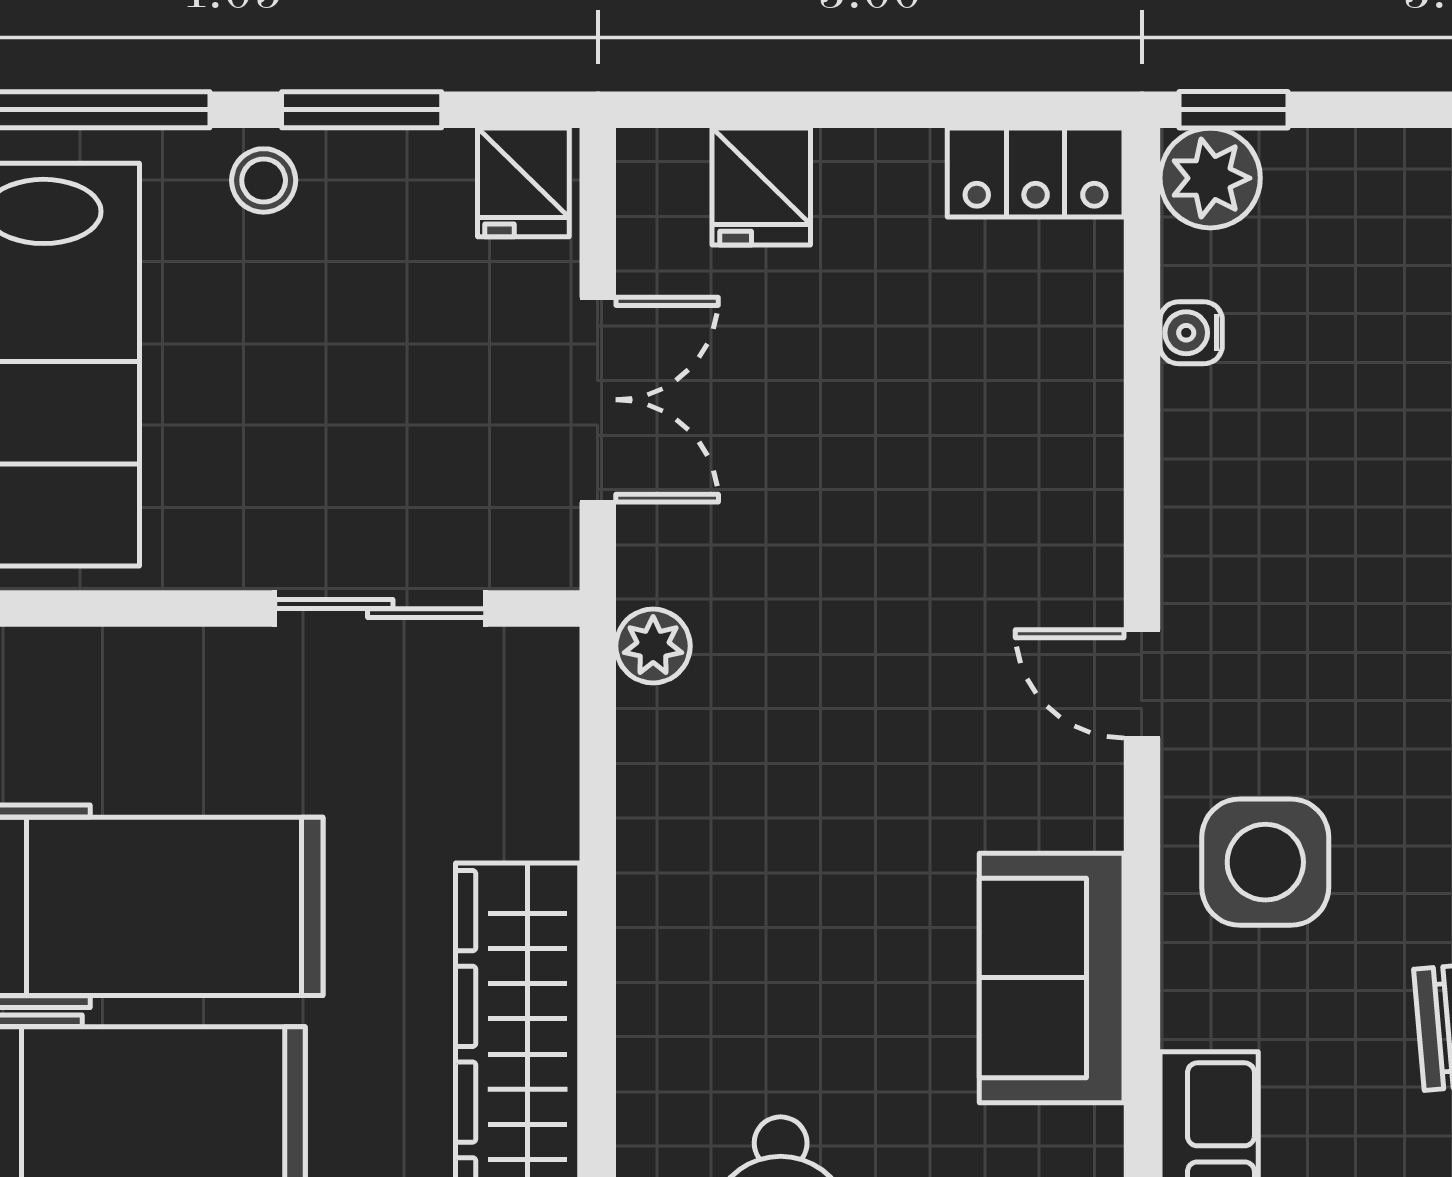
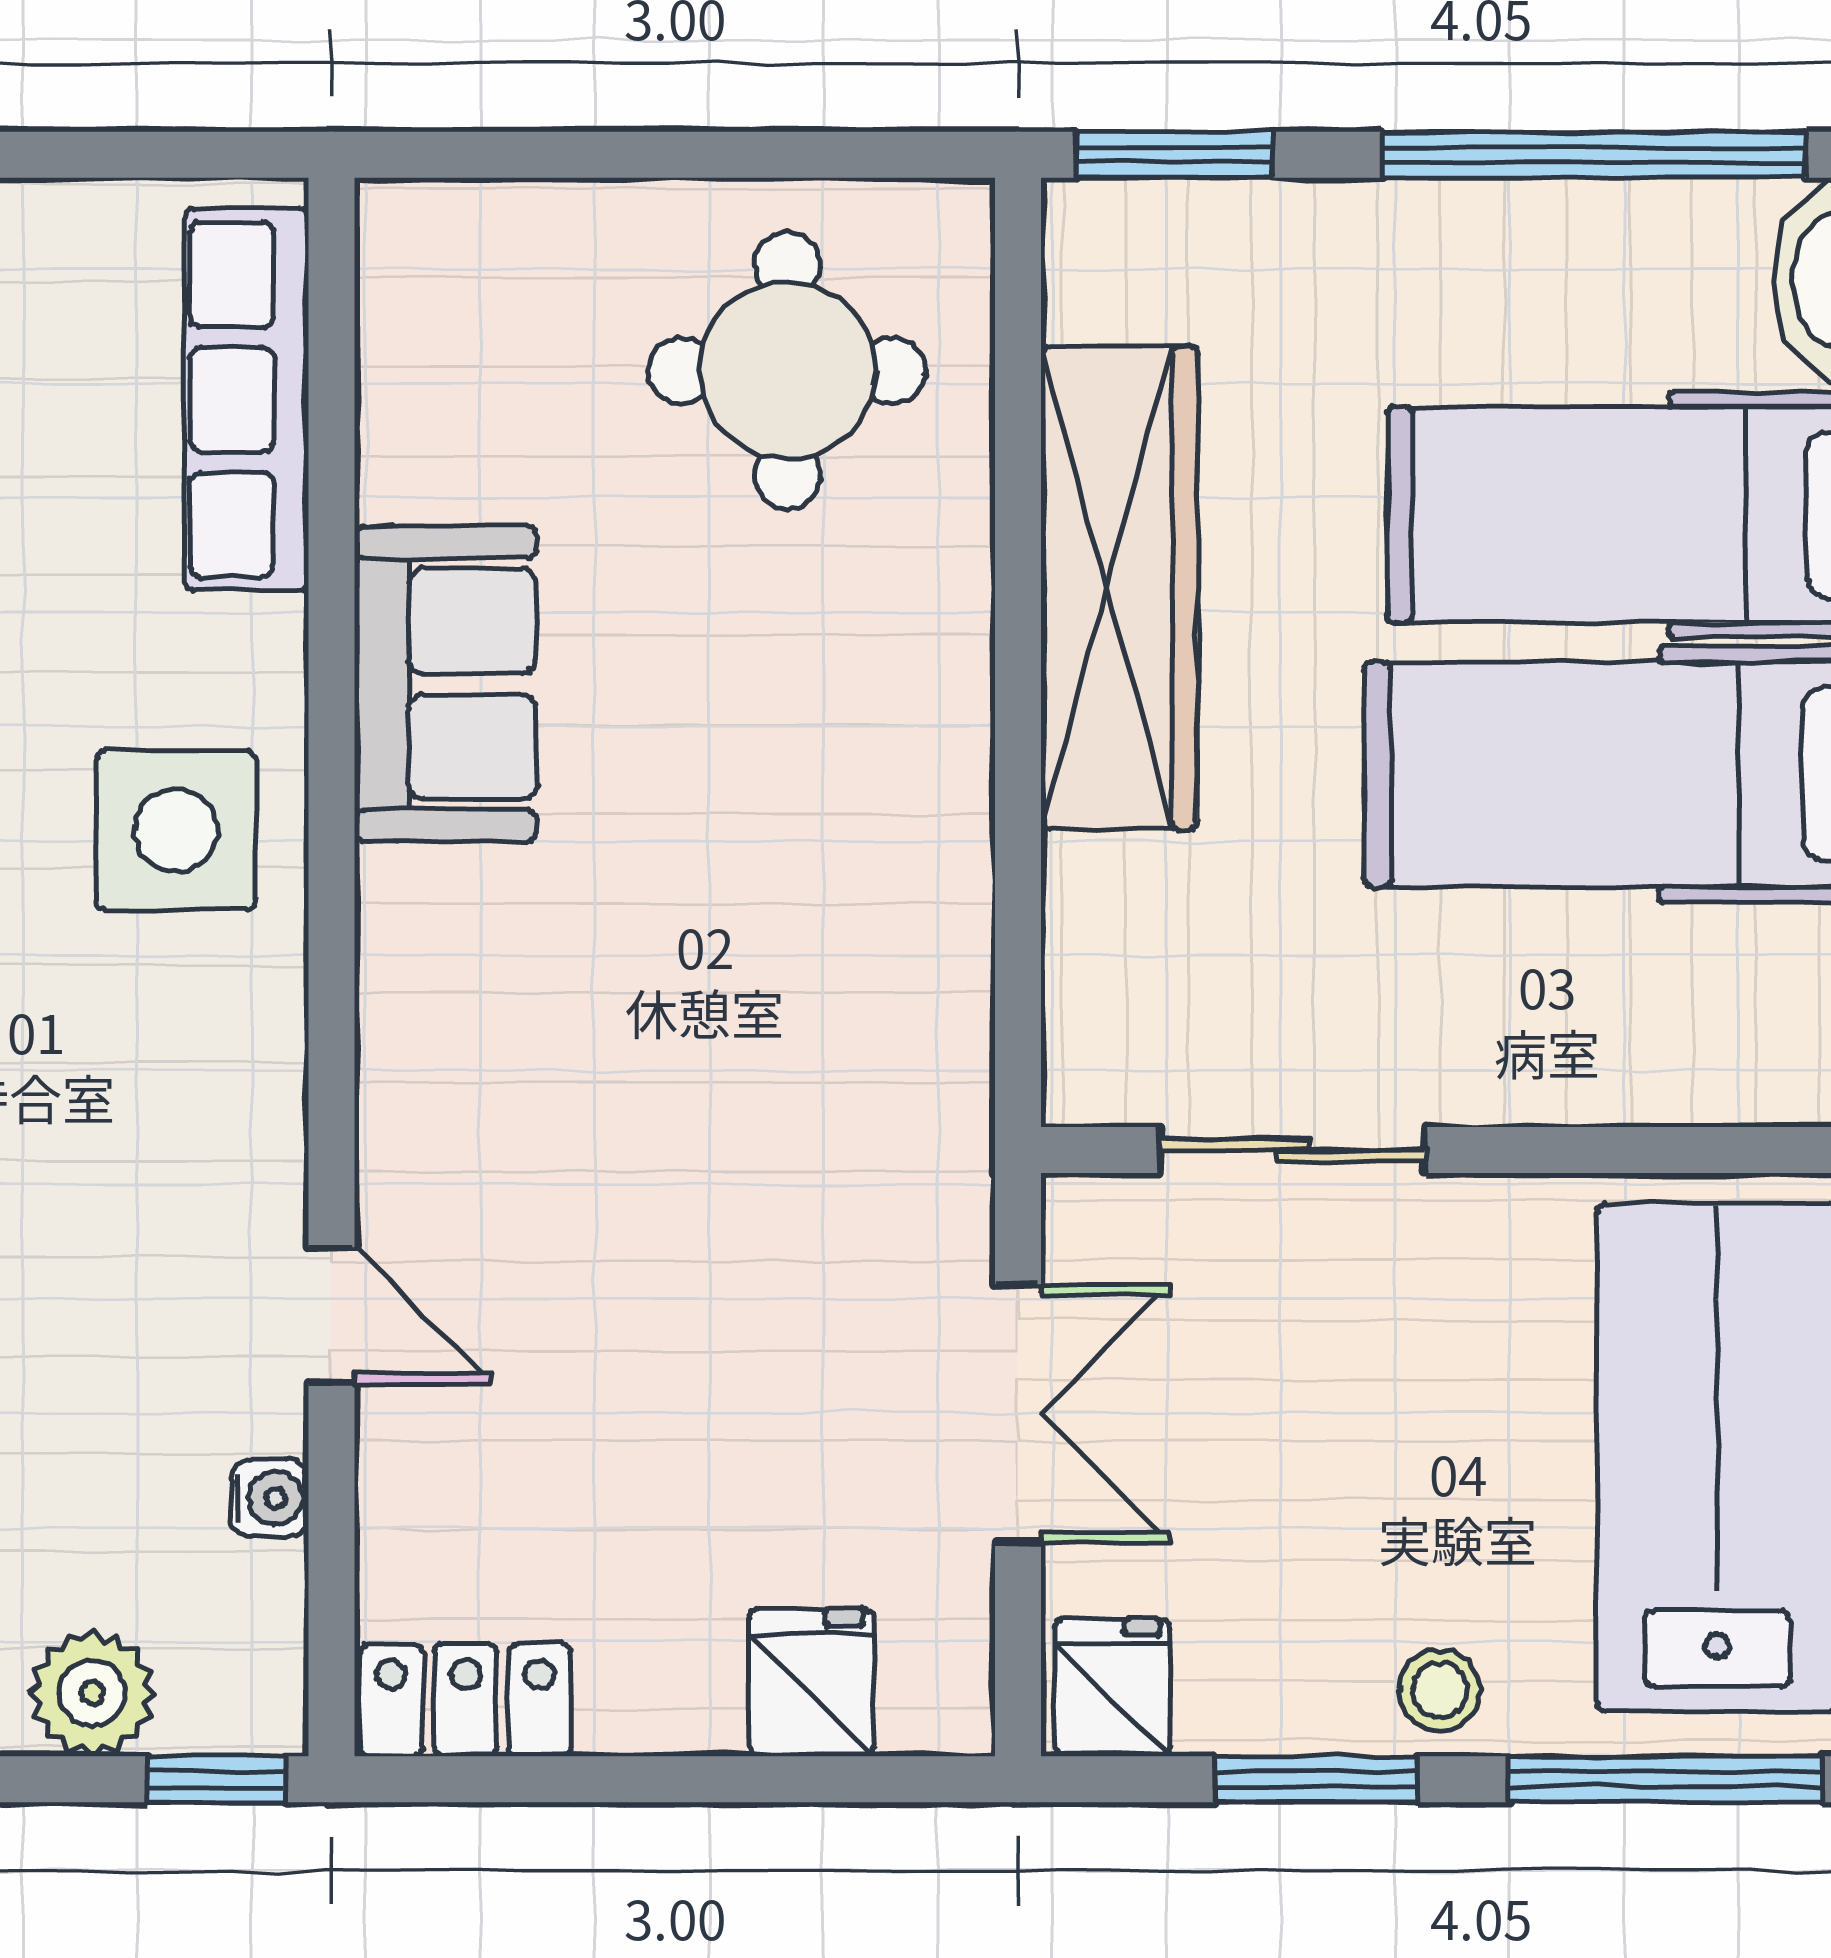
plant: (1210, 178) -> (92, 1693), moved
double door: (598, 400) -> (1018, 1413), swing flipped
plant: (653, 646) -> (948, 1103), removed
door: (1142, 684) -> (331, 1315), moved

